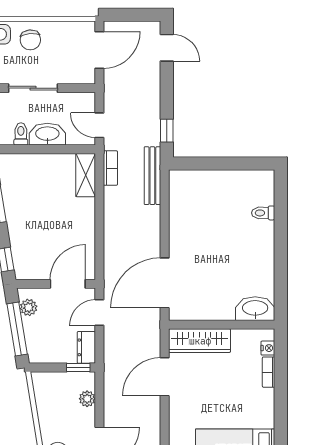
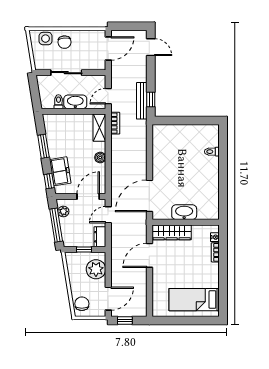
door: (99, 125) -> (108, 96), hinge flipped
bench: (152, 176) -> (142, 101), moved
boiler: (87, 222) -> (100, 158), added
freezer: (24, 244) -> (60, 171), added
washbasin: (255, 309) -> (184, 212), moved
window: (78, 367) -> (84, 249), moved
plant: (87, 399) -> (96, 269), width x1.88, depth x1.88

